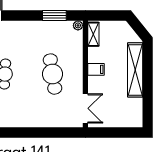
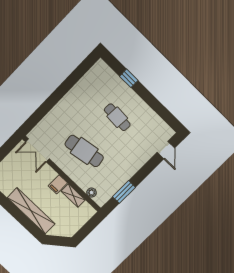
plant: (78, 25) -> (92, 193), moved
shelving: (93, 34) -> (73, 195), moved

